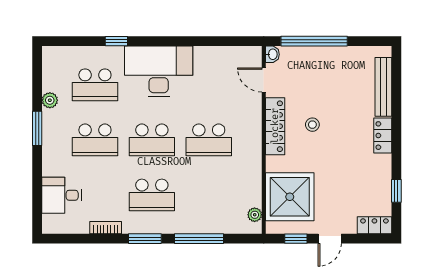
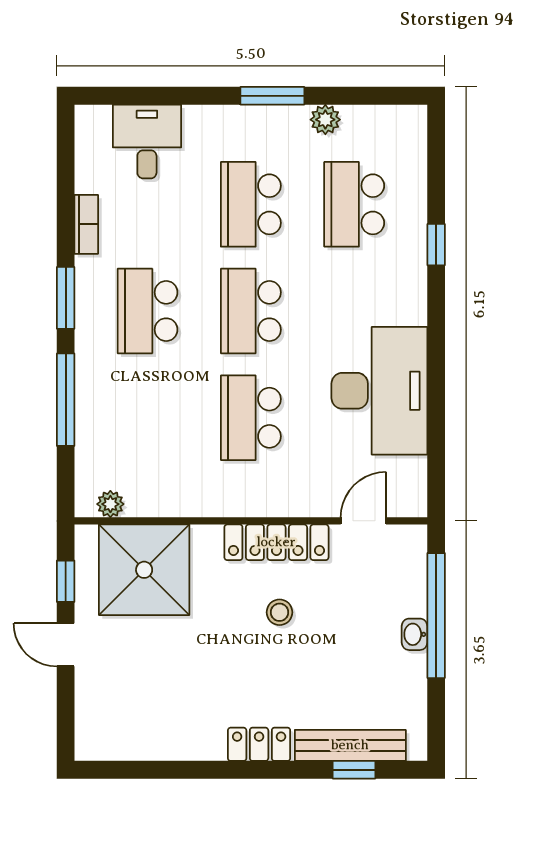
washbasin: (272, 54) -> (414, 634), moved, turned 90
desk: (159, 71) -> (379, 391), moved
window: (396, 191) -> (354, 770), moved
locker: (374, 225) -> (91, 729), removed

